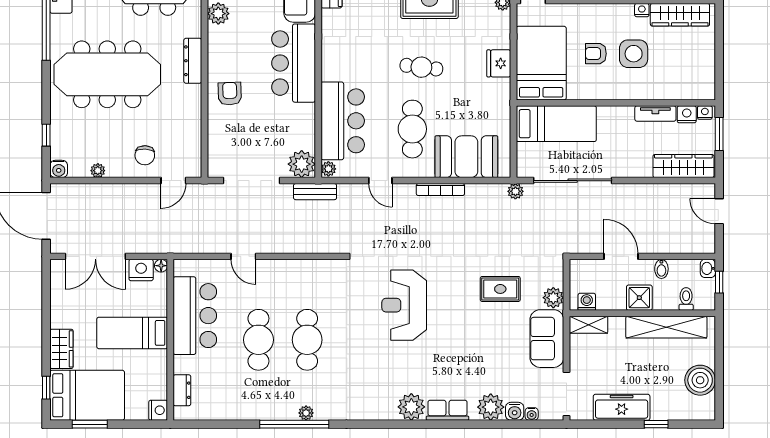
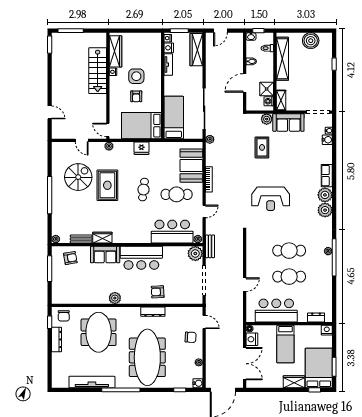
dresser: (193, 61) -> (153, 312), moved
shower: (639, 298) -> (267, 89), moved
plant: (491, 407) -> (325, 210), moved
freezer: (622, 407) -> (325, 83), removed

